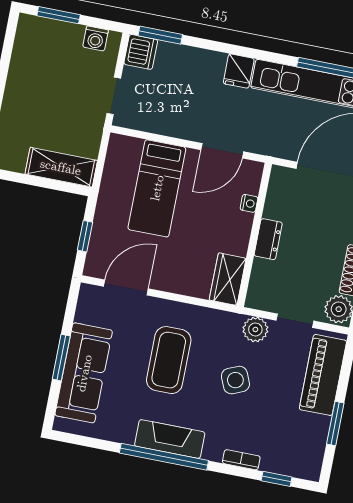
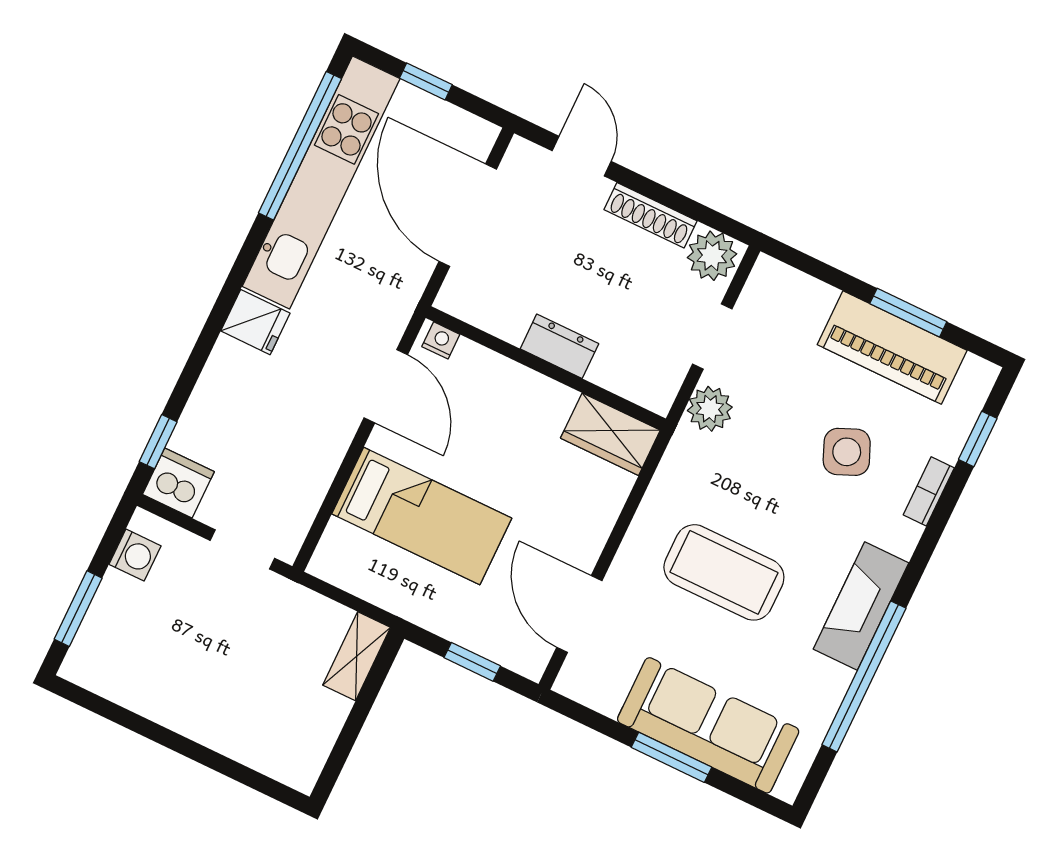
window: (160, 35) -> (158, 442), width x0.67
shelving: (61, 167) -> (357, 656), width x0.67, depth x0.75
nightstand: (249, 203) -> (441, 340), moved
piano: (323, 375) -> (892, 348), moved
side table: (235, 380) -> (847, 452), moved
window: (164, 457) -> (864, 676), moved

